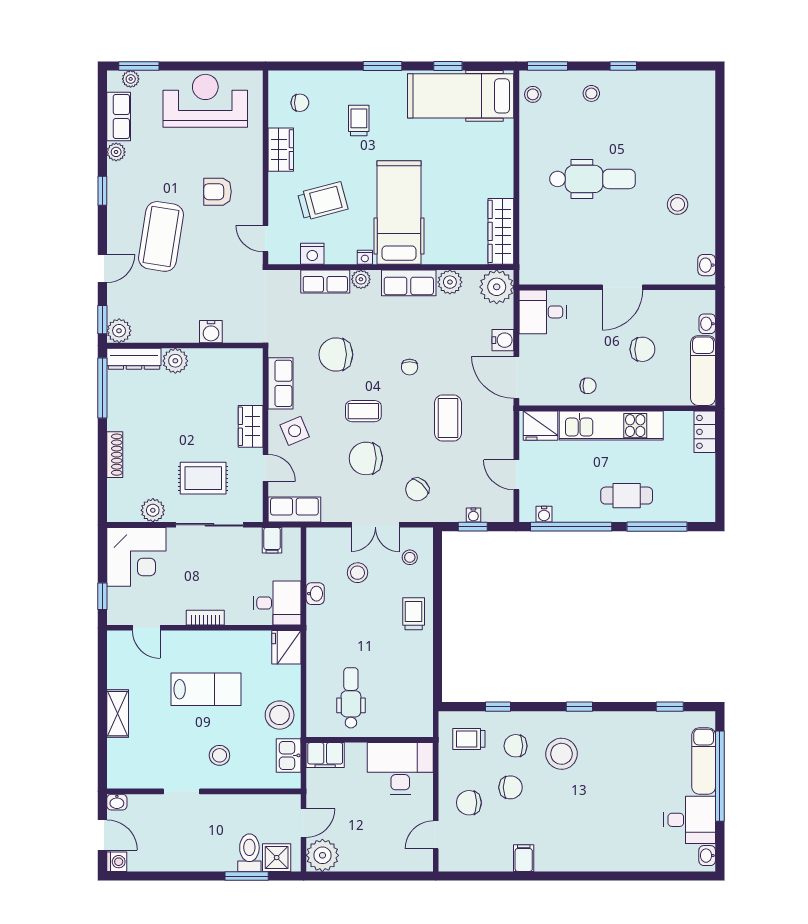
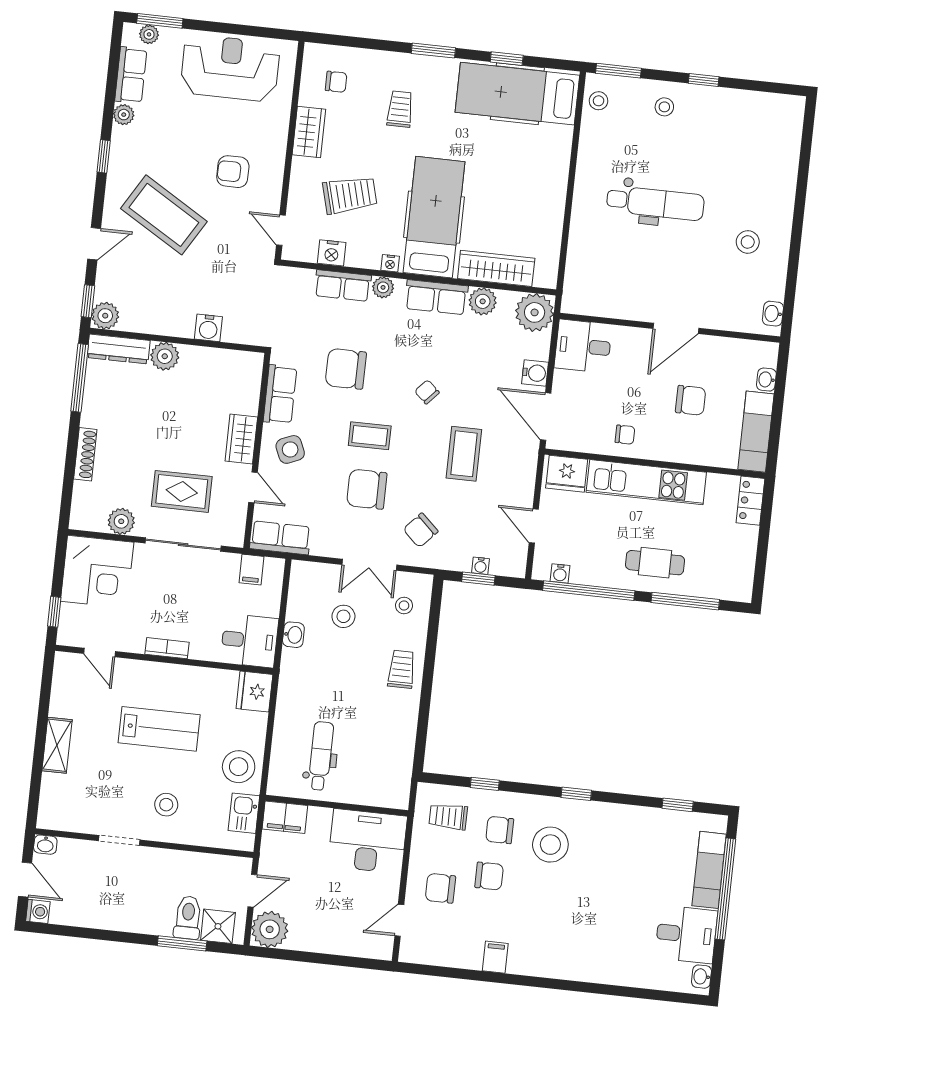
wardrobe: (501, 231) -> (496, 268), moved, turned 90
coffee table: (161, 236) -> (164, 215), turned -68
chair: (410, 367) -> (427, 392), turned 132

